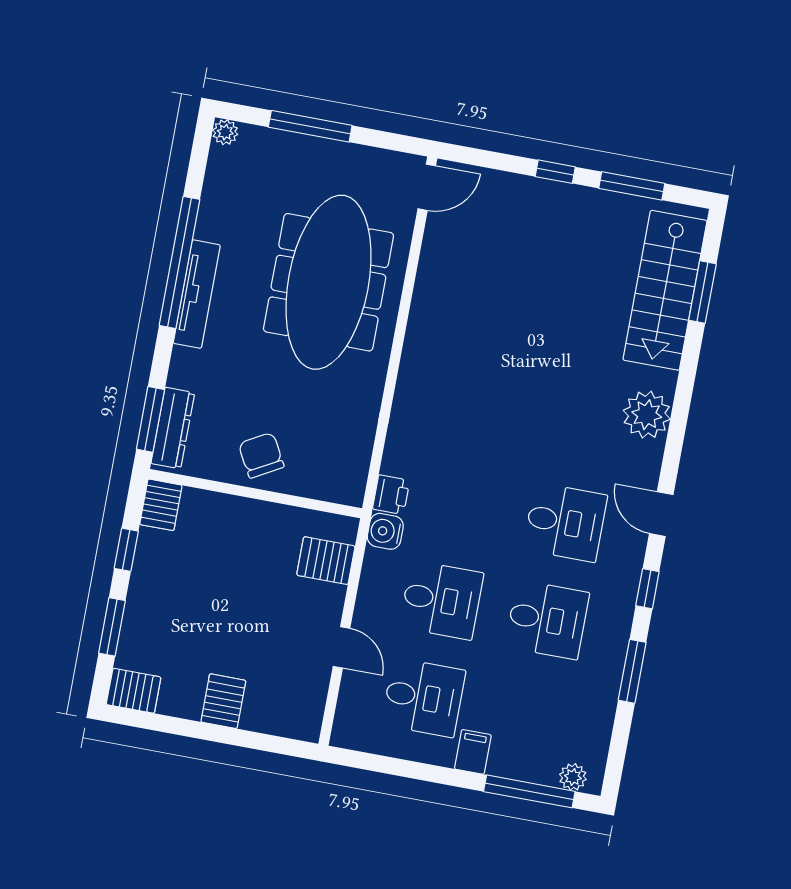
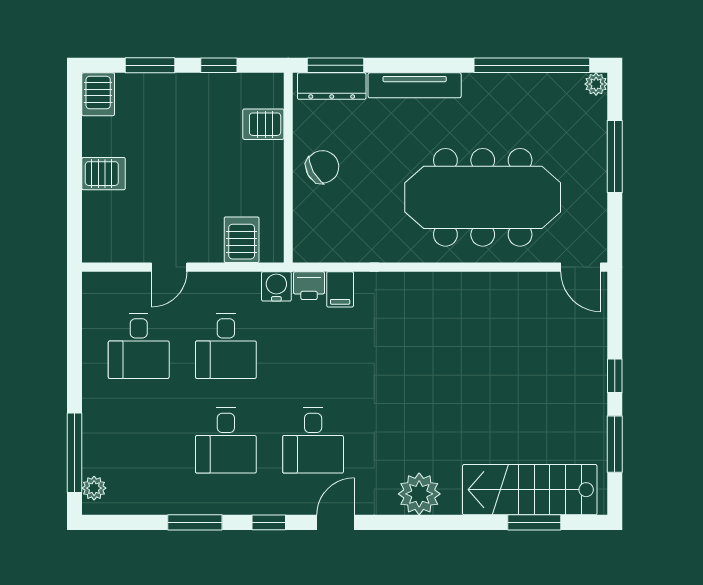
window: (179, 262) -> (532, 65), moved
tv unit: (197, 294) -> (415, 85), moved
server rack: (161, 505) -> (263, 124), moved
filing cabinet: (473, 752) -> (340, 289), moved, turned 90

